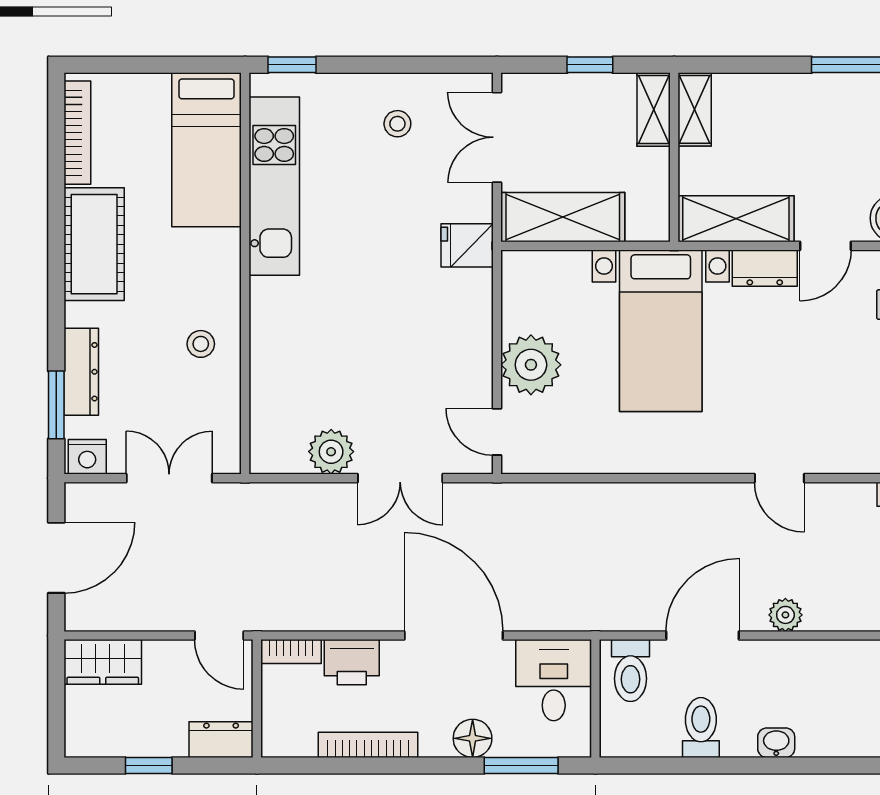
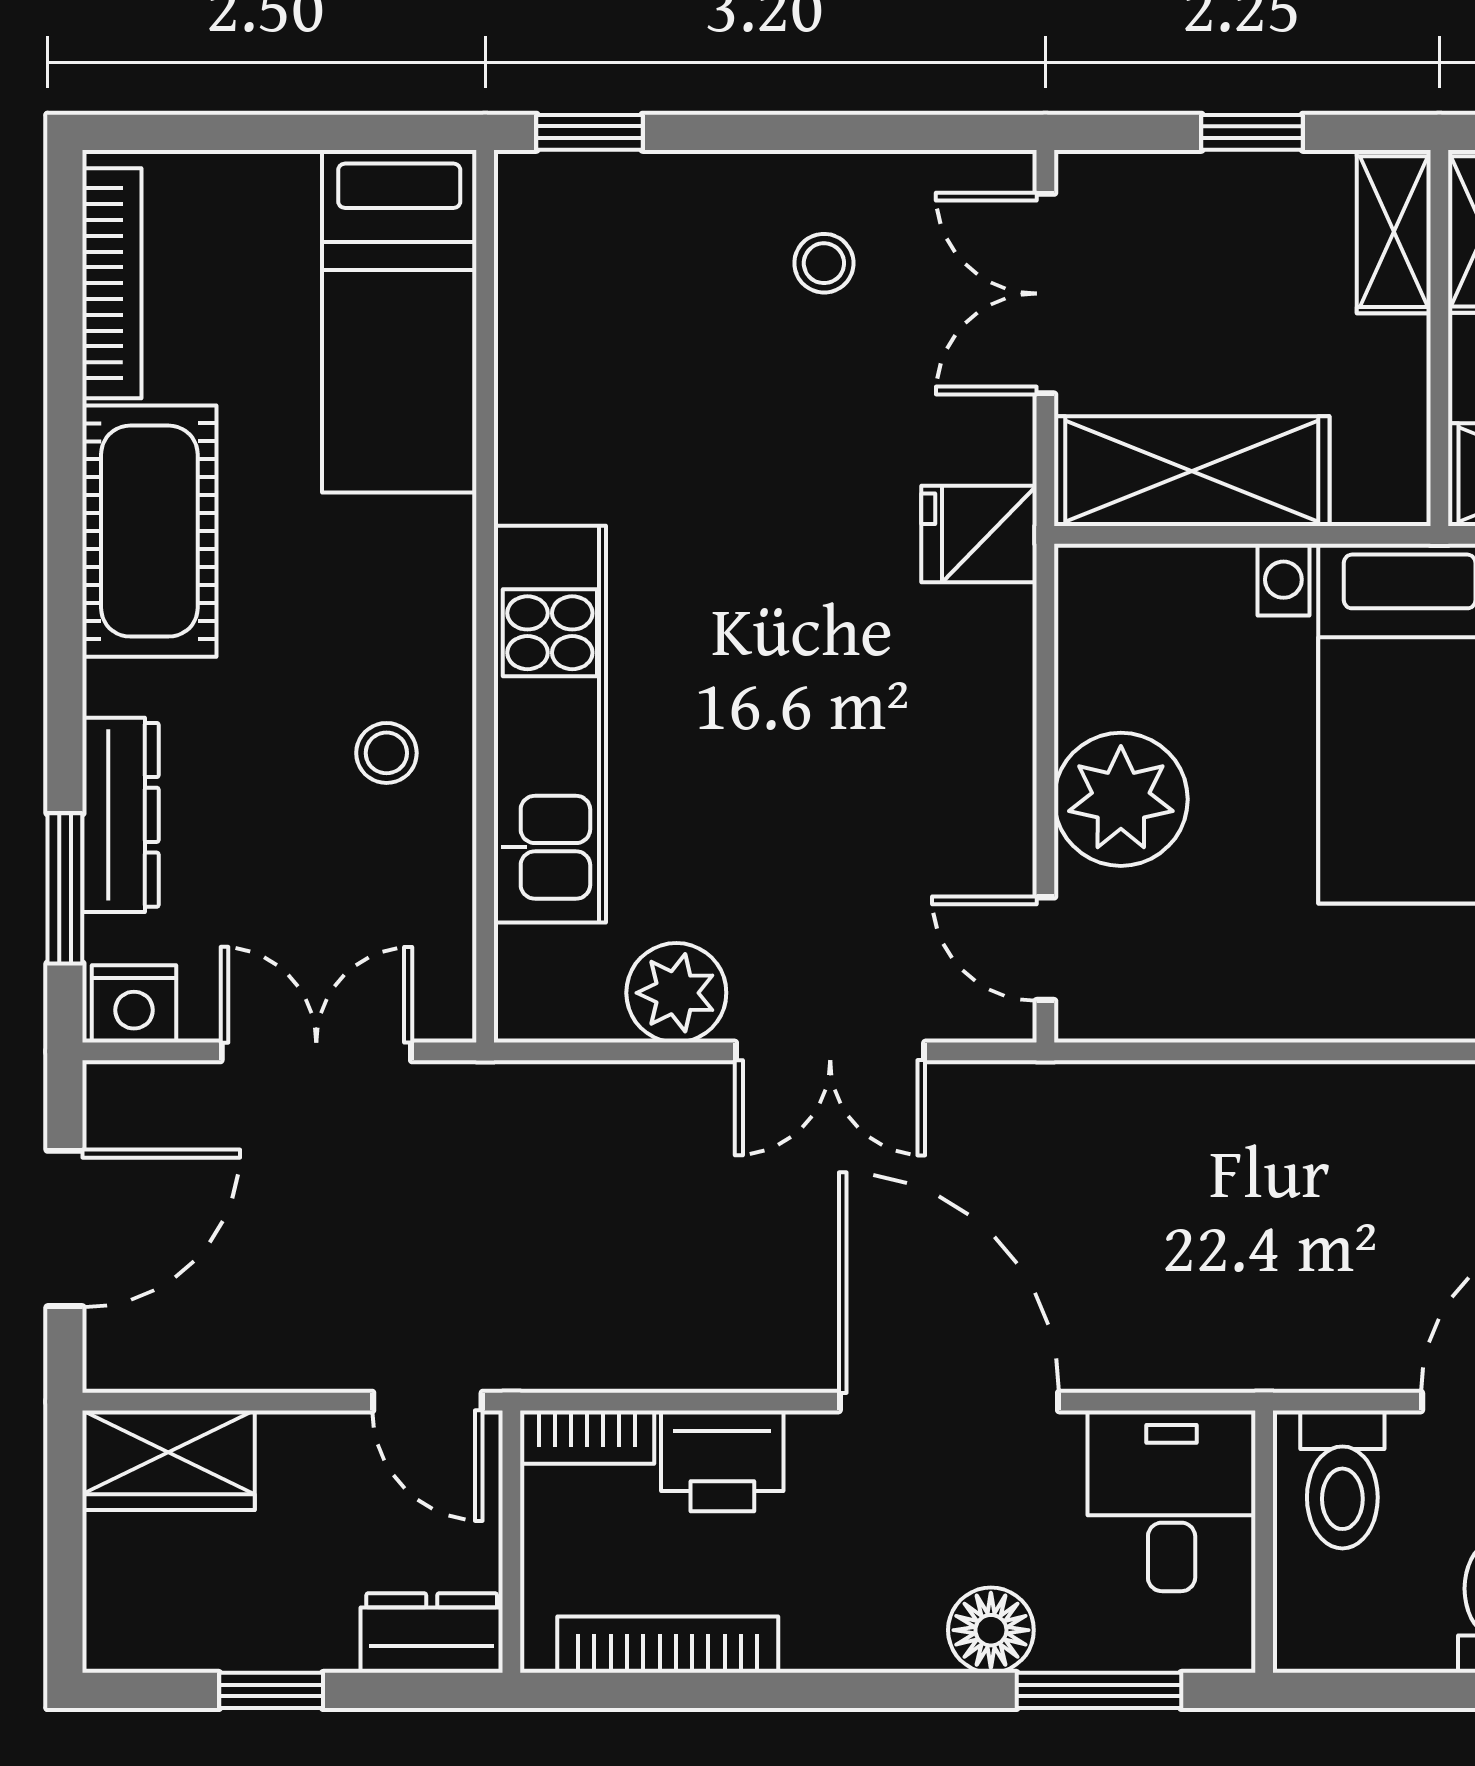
kitchen unit: (274, 186) -> (550, 724), moved
bookcase: (368, 745) -> (668, 1645), moved

